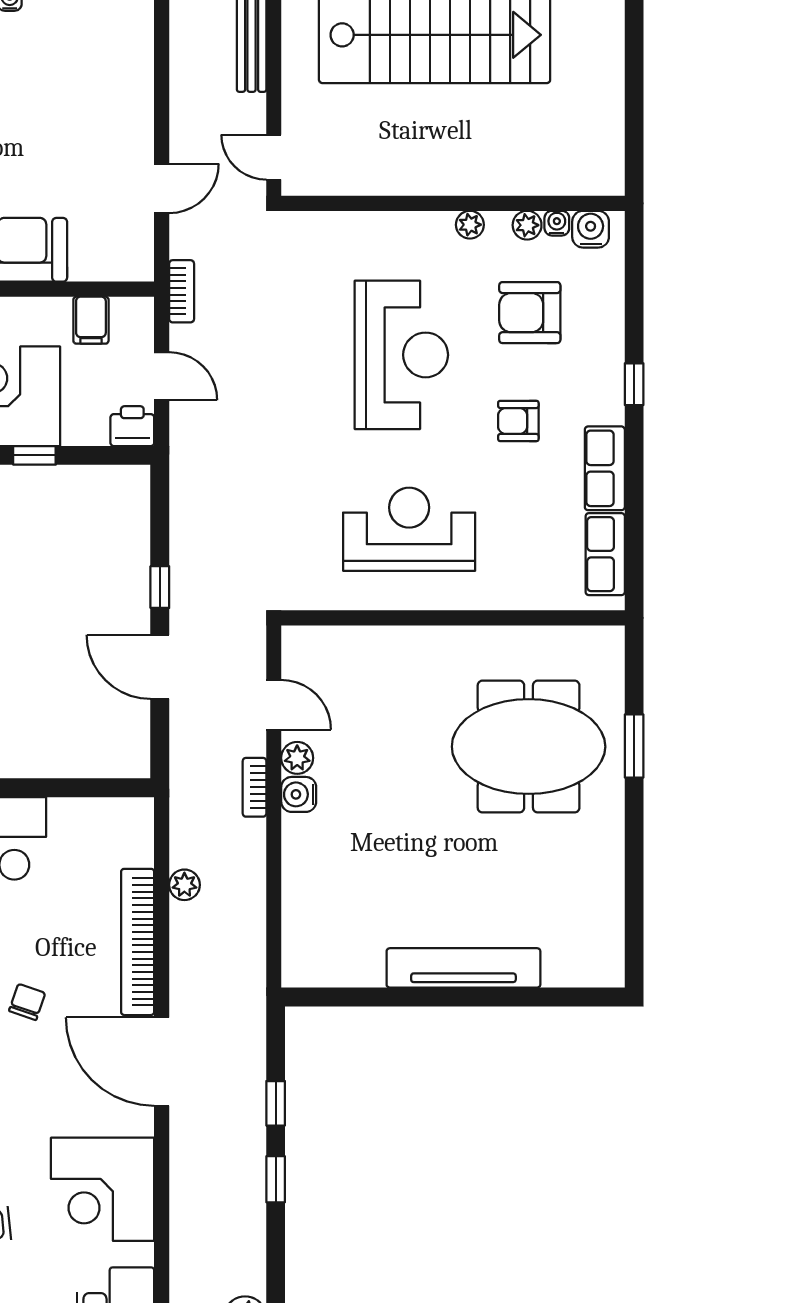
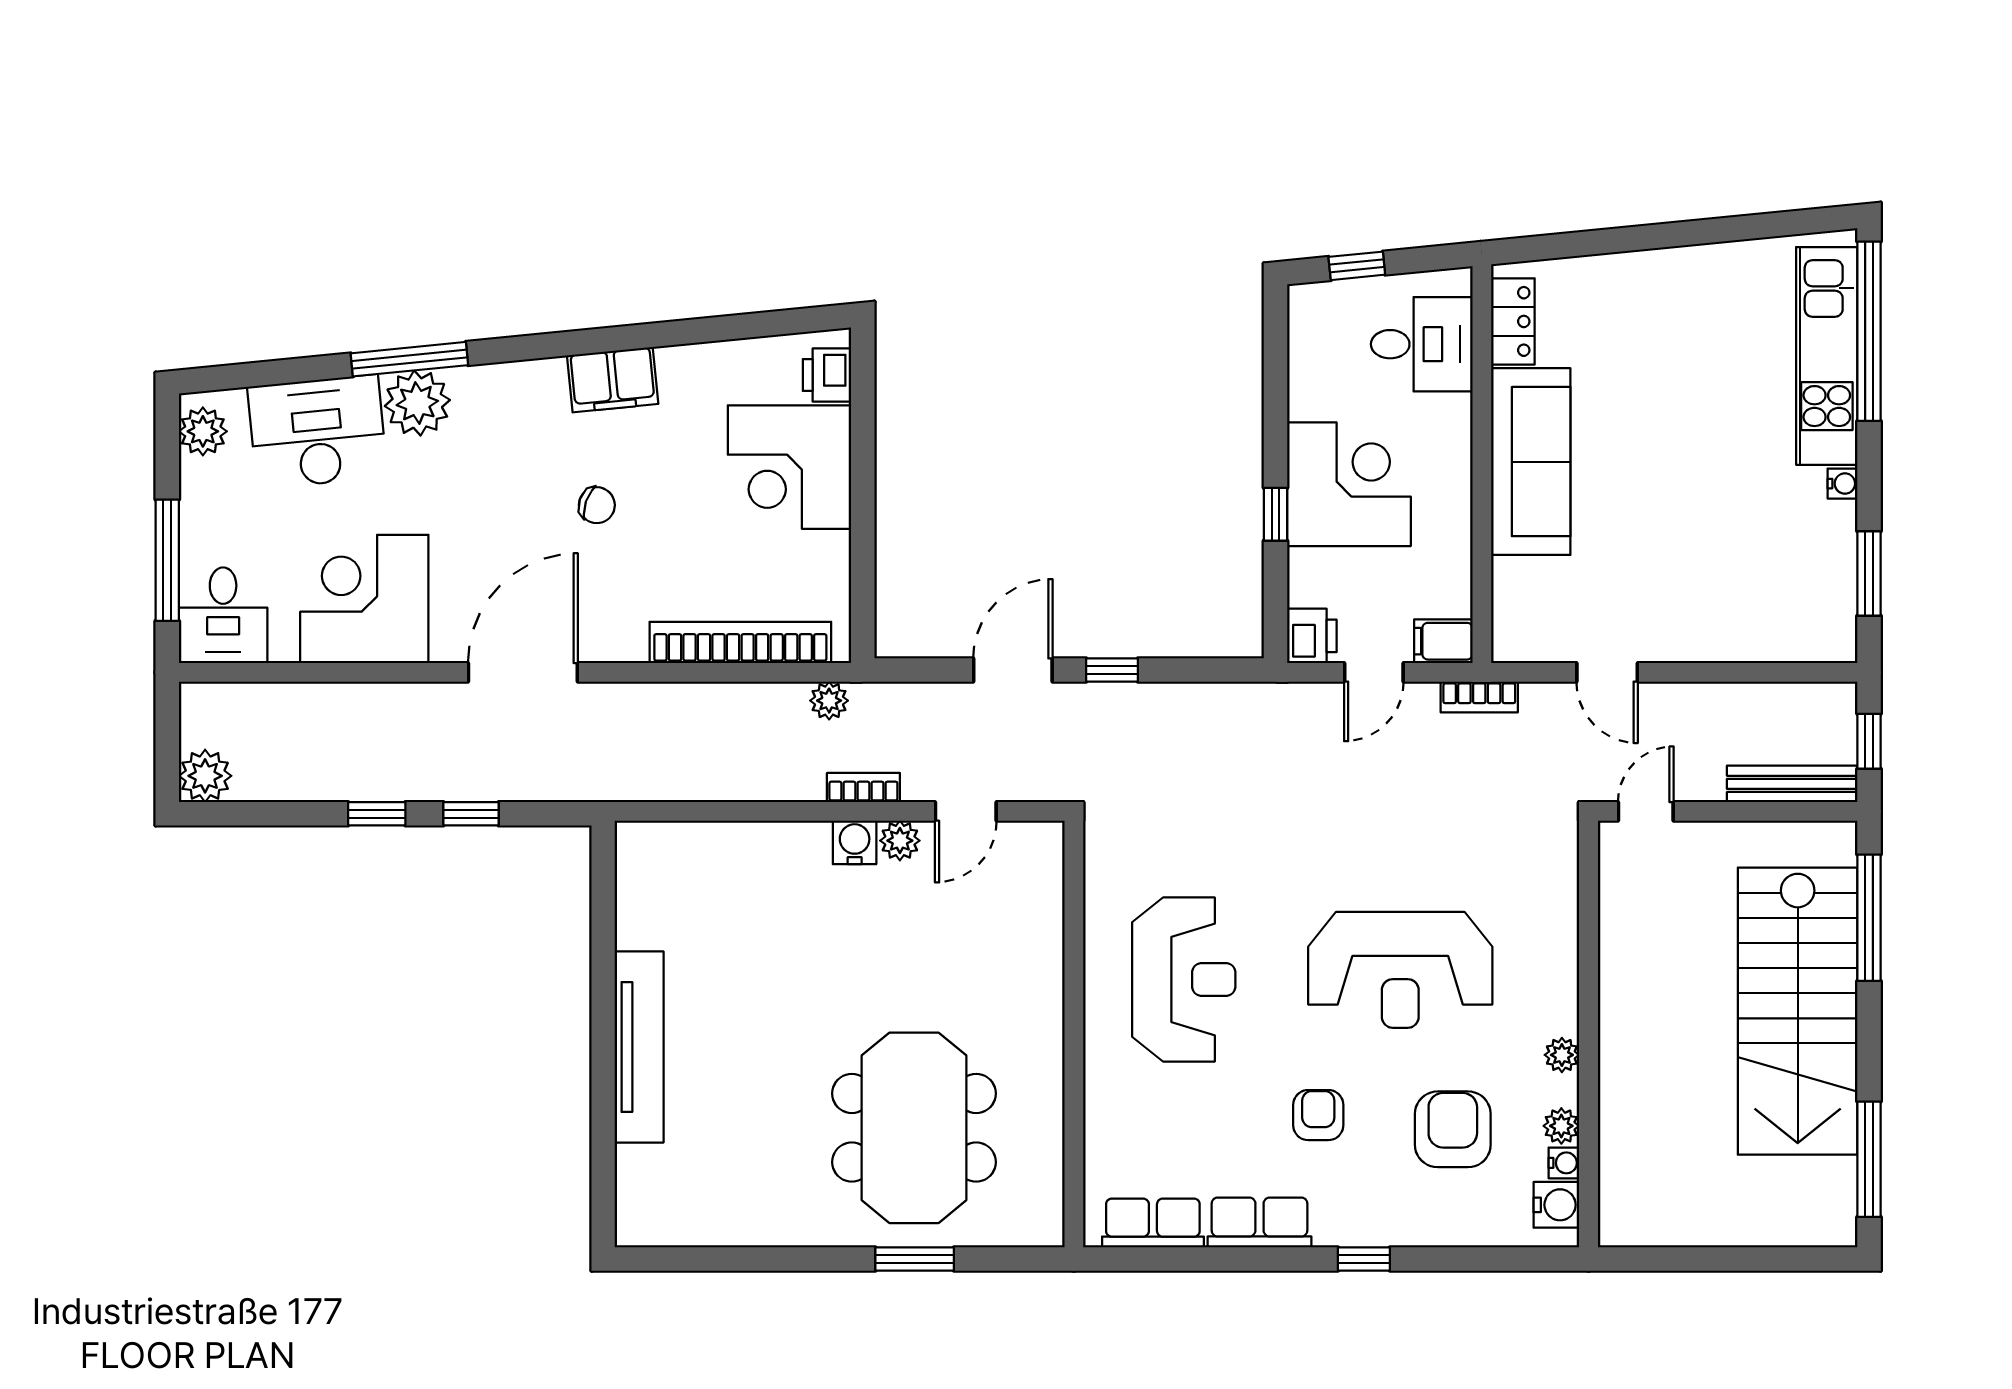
filing cabinet: (91, 320) -> (1443, 641), moved
plant: (184, 885) -> (829, 701), moved
bookcase: (138, 942) -> (740, 642), moved

